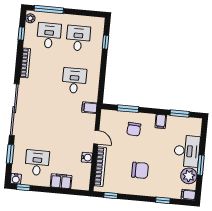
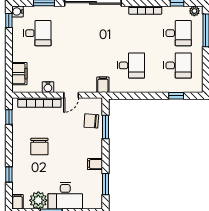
chair: (134, 129) -> (91, 121), moved
filing cabinet: (61, 181) -> (19, 74), moved

